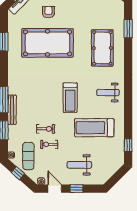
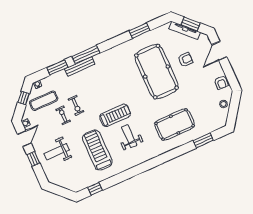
weight bench: (108, 93) -> (129, 136), moved
treadmill: (70, 98) -> (115, 115), turned 180
weight bench: (79, 165) -> (57, 152), turned -90

